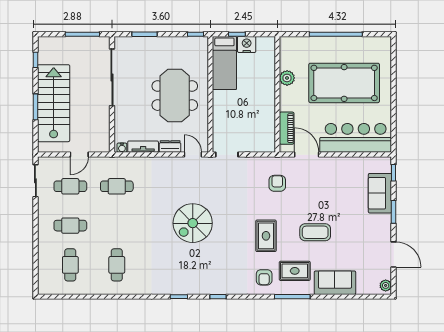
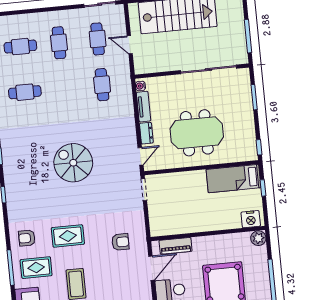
nightstand: (247, 44) -> (251, 219), moved, turned 90
plant: (287, 78) -> (258, 238), moved
rug: (295, 271) -> (36, 268), turned 90

